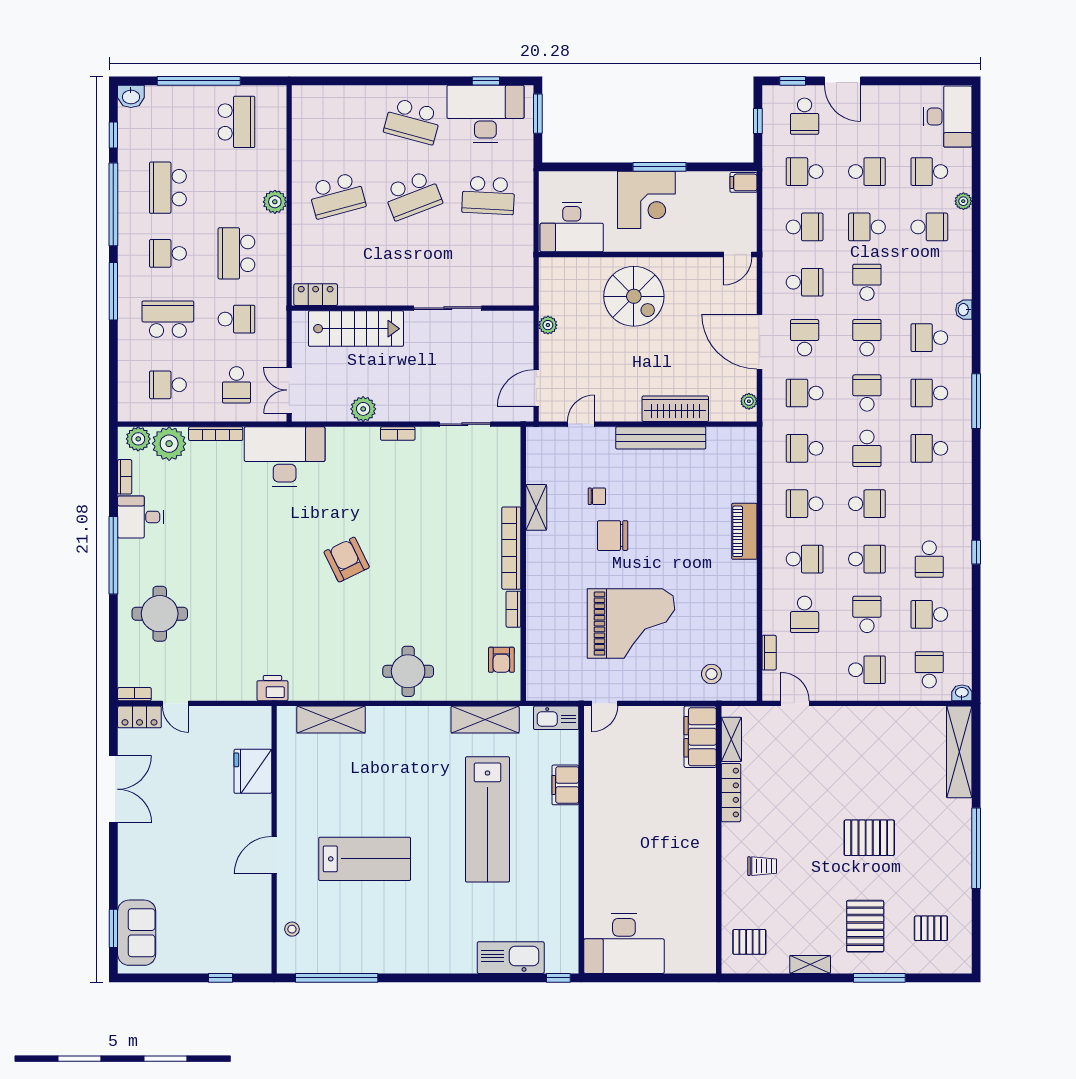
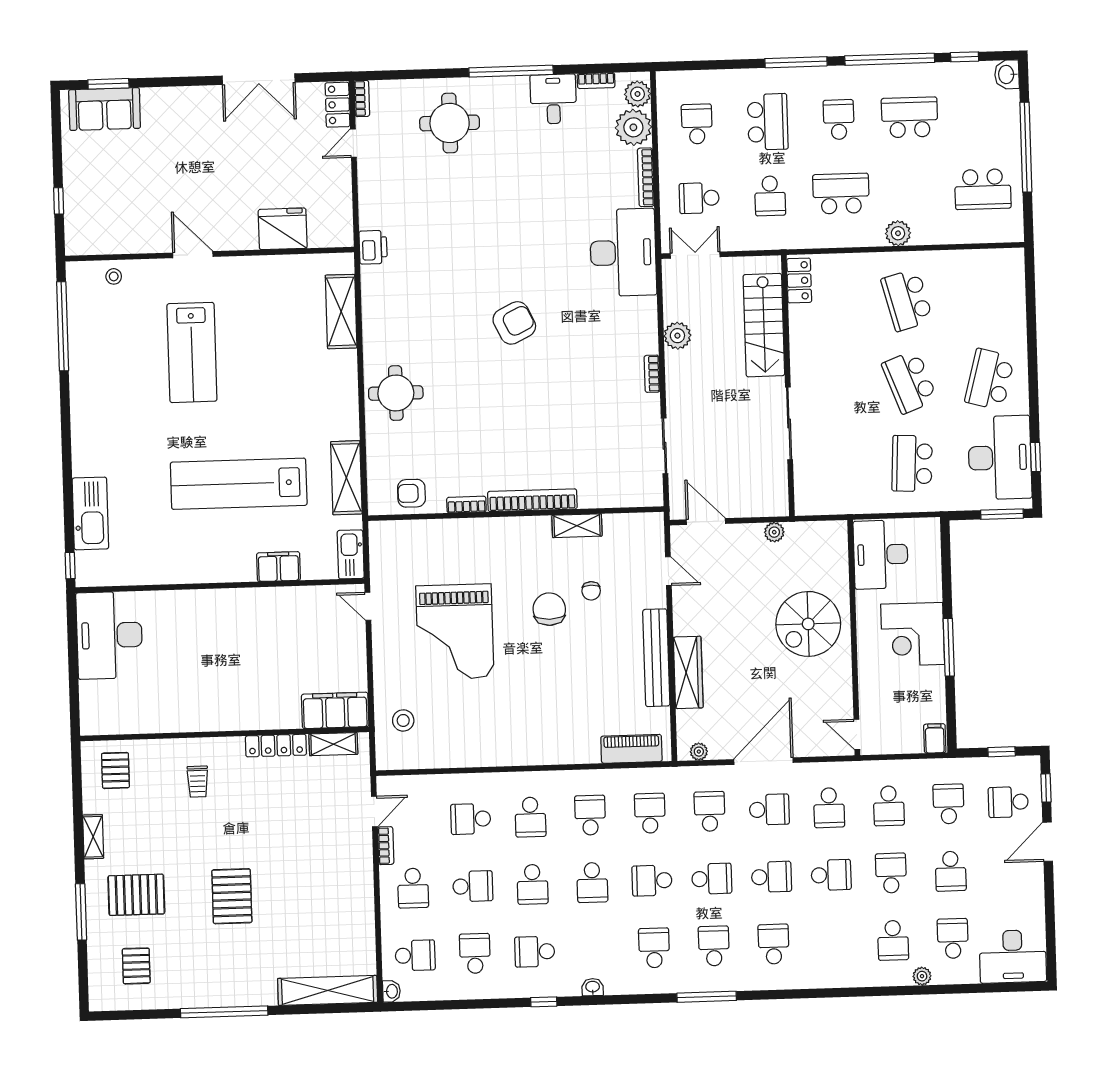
washbasin: (964, 310) -> (593, 987), moved
piano: (744, 531) -> (631, 749), moved
bookcase: (769, 653) -> (386, 846), moved, turned -90

